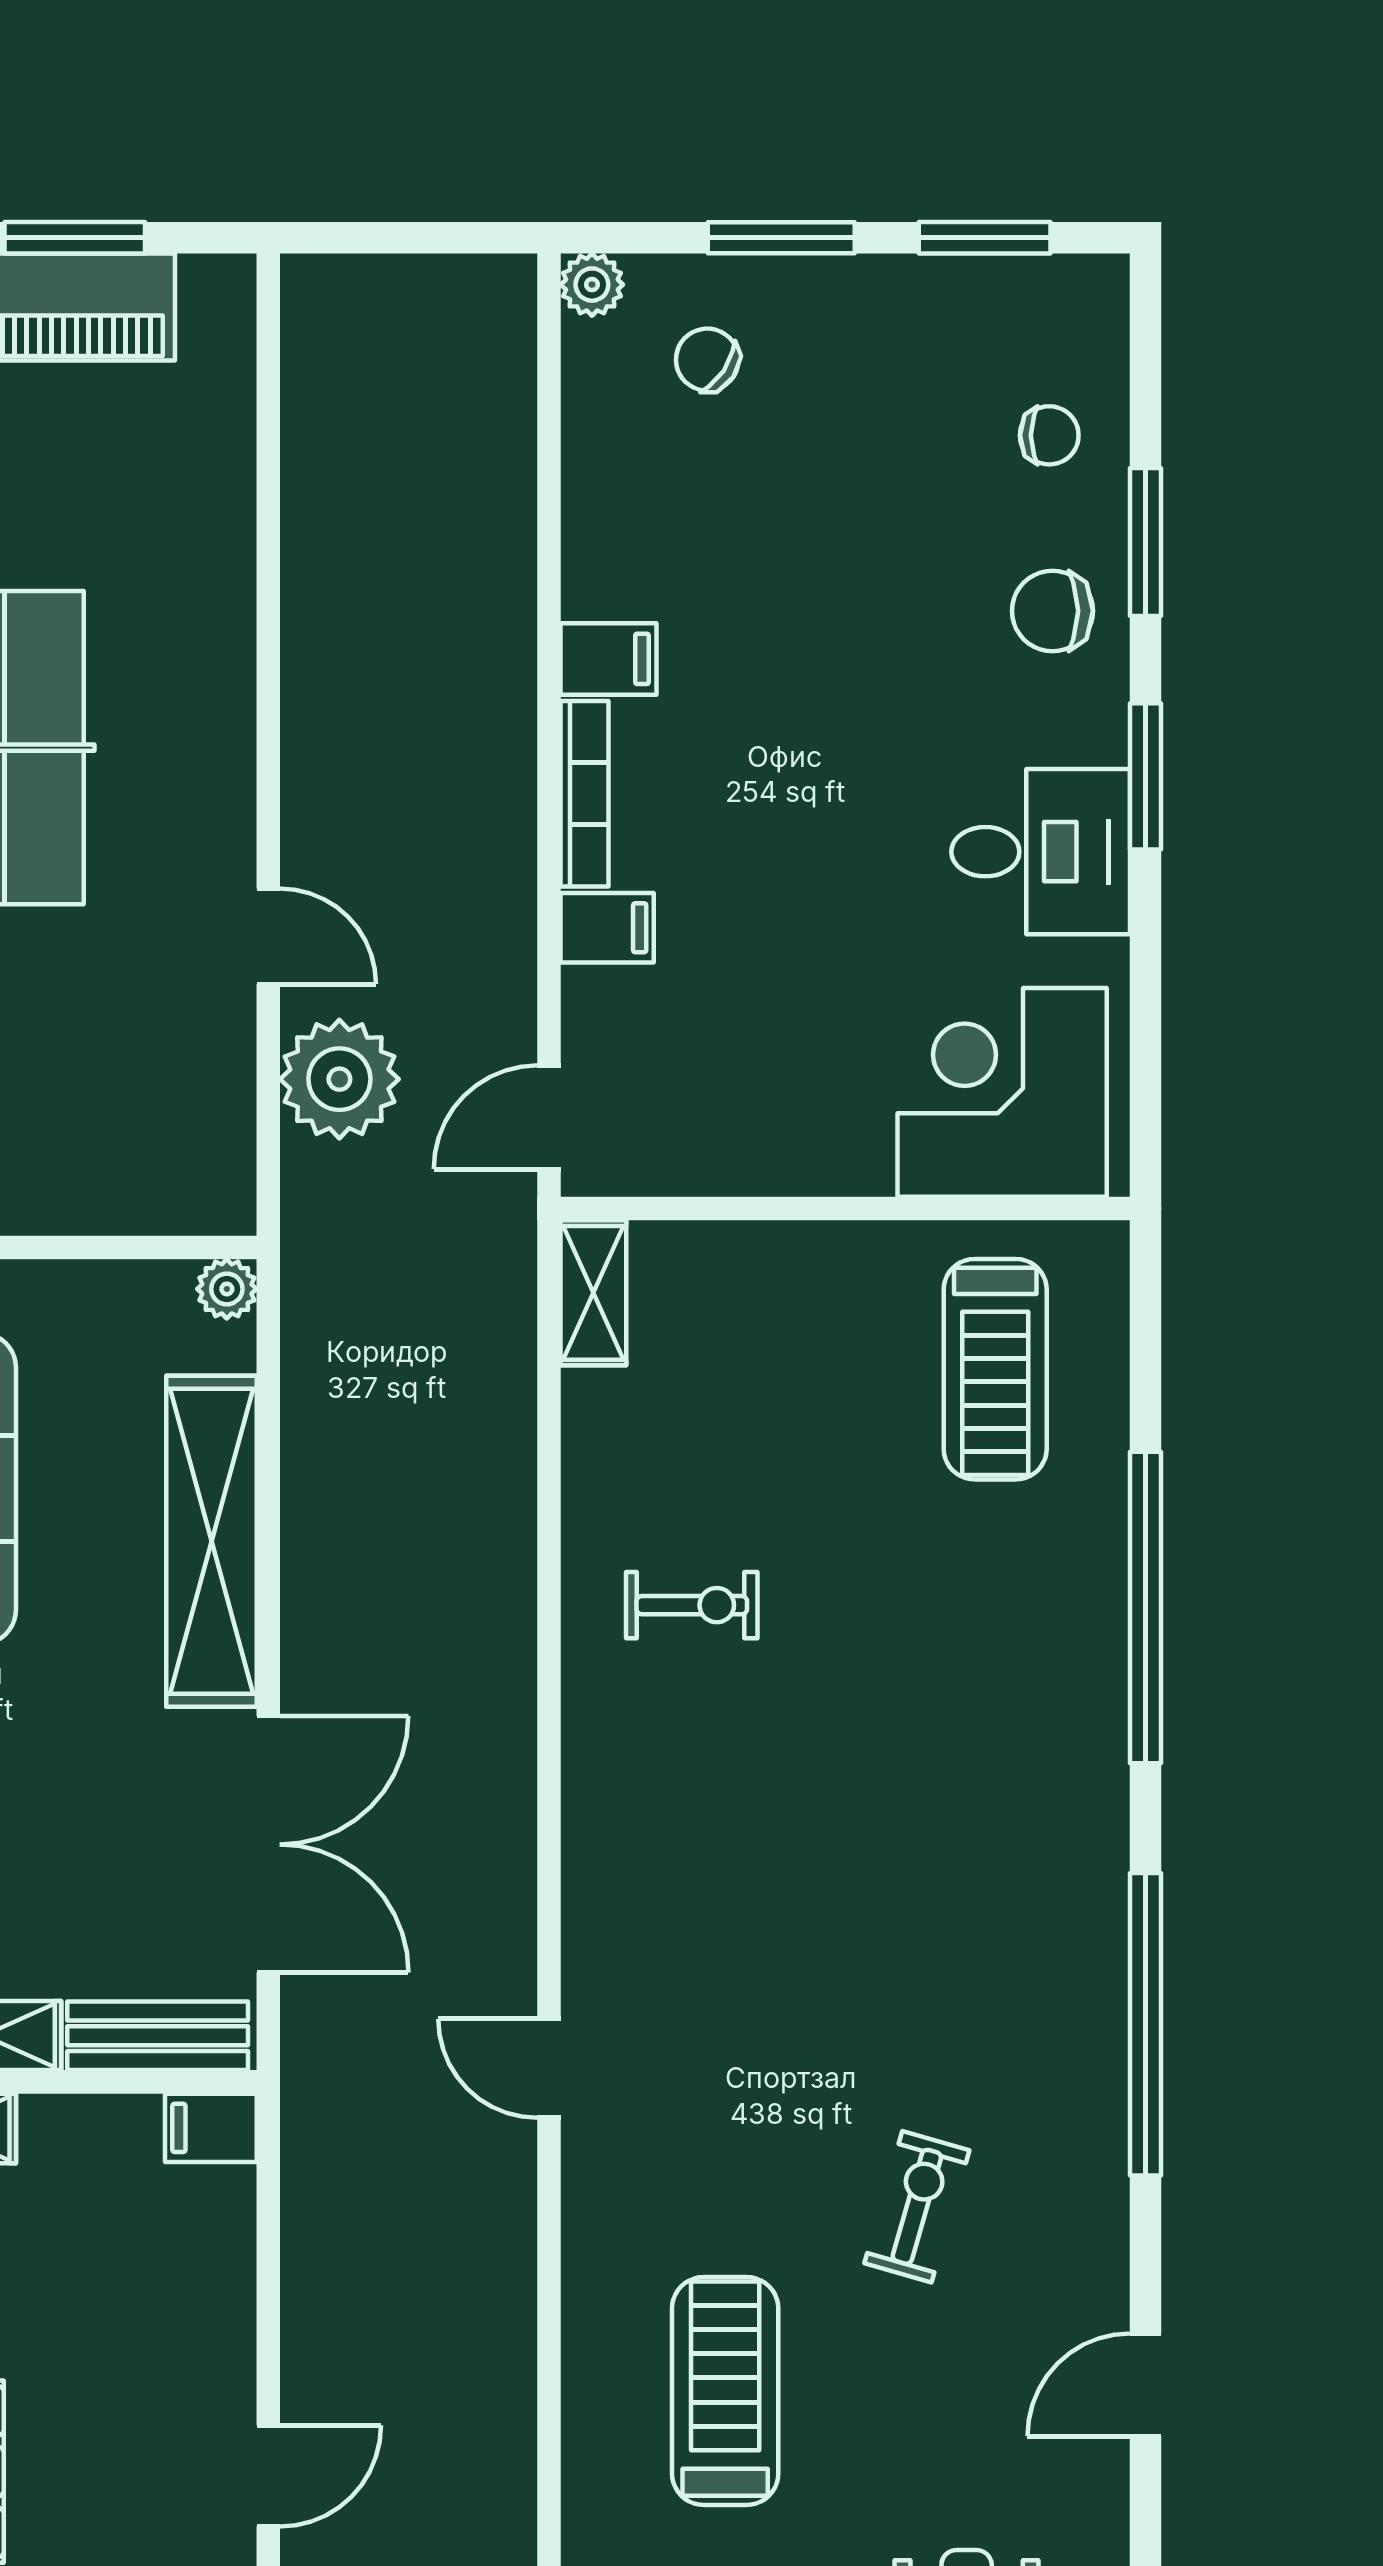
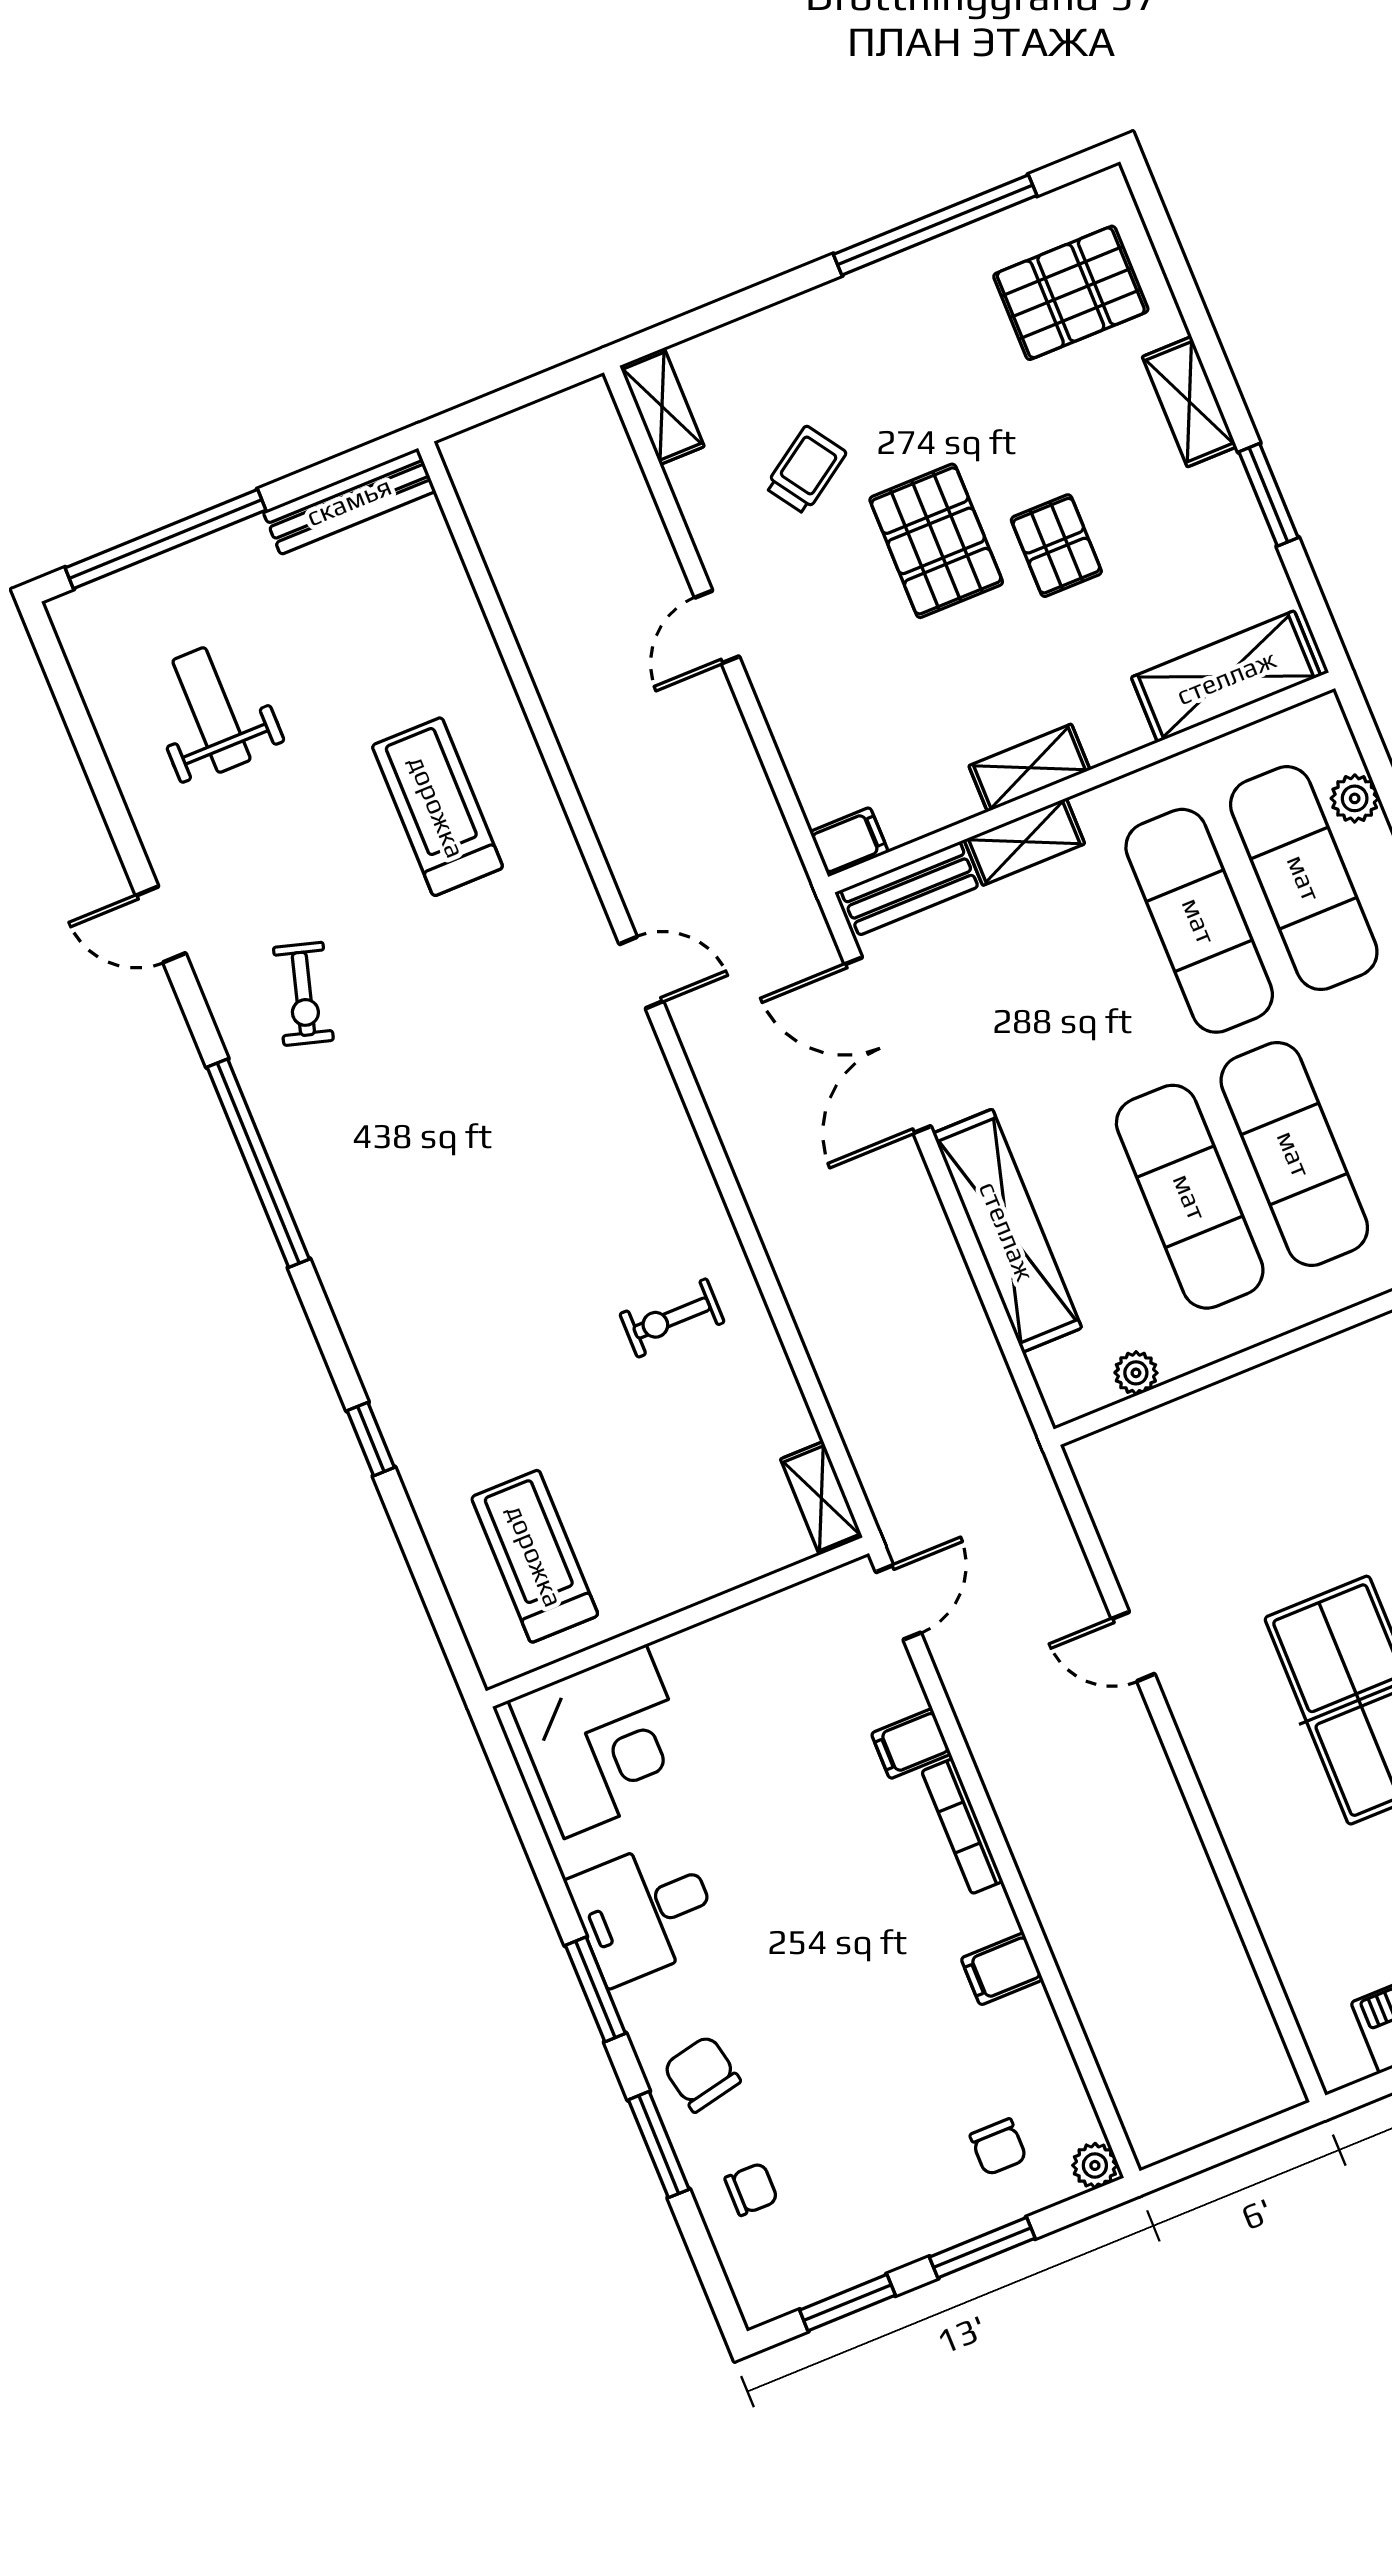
chair: (707, 360) -> (998, 2147), turned 56
chair: (1049, 435) -> (751, 2189), turned 180
chair: (1052, 611) -> (702, 2074), turned -102
filing cabinet: (609, 659) -> (1002, 1969), moved
plant: (339, 1079) -> (1047, 1571), removed
plant: (227, 1289) -> (1136, 1373), moved
window: (1146, 1608) -> (371, 1439), width x0.32
exercise bike: (917, 2207) -> (303, 994), moved
door: (1146, 2385) -> (161, 924), swing flipped
treadmill: (725, 2391) -> (437, 807), turned 180

